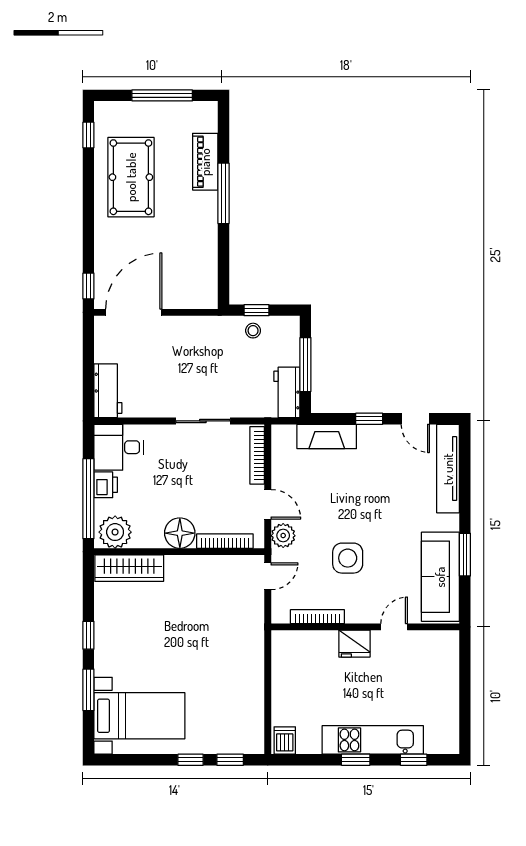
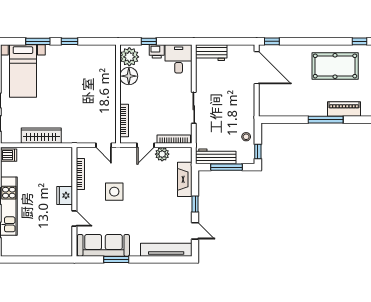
window: (256, 310) -> (258, 151), moved
workbench: (287, 392) -> (216, 156), width x1.37
door: (415, 419) -> (195, 231), swing flipped
window: (88, 499) -> (149, 41), width x0.32
floor lamp: (180, 533) -> (129, 76), moved
plant: (283, 536) -> (162, 154), moved
wardrobe: (129, 568) -> (41, 136), moved, turned 90

